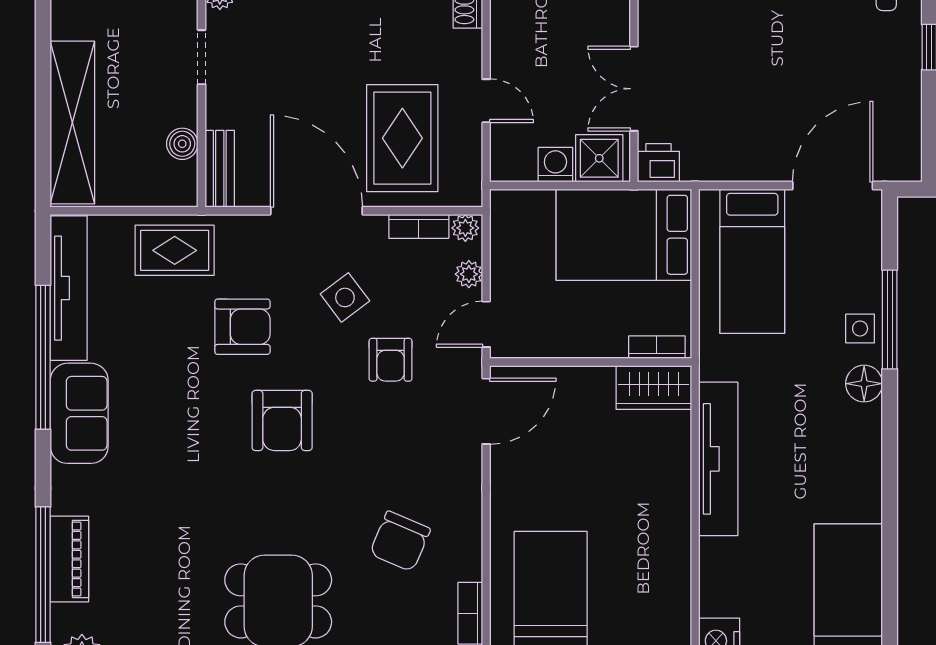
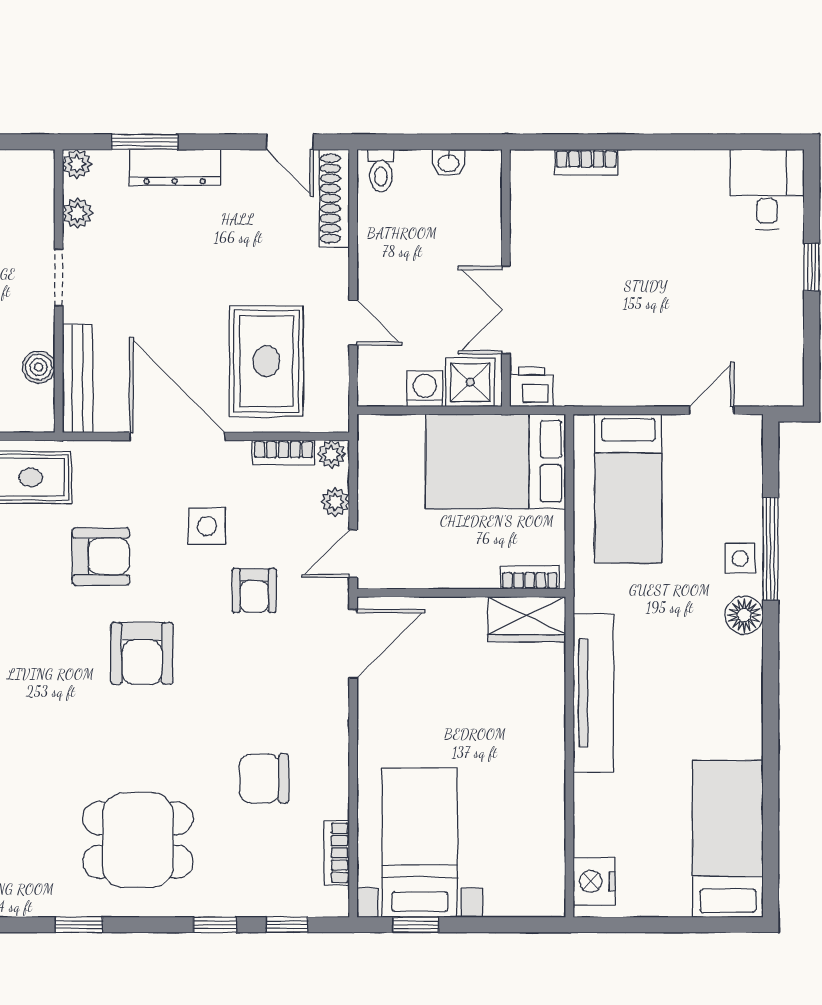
bench: (220, 169) -> (78, 378), width x1.36
door: (833, 186) -> (712, 410), width x0.53
side table: (345, 297) -> (207, 526), turned 37
chair: (400, 541) -> (264, 778), turned 67

